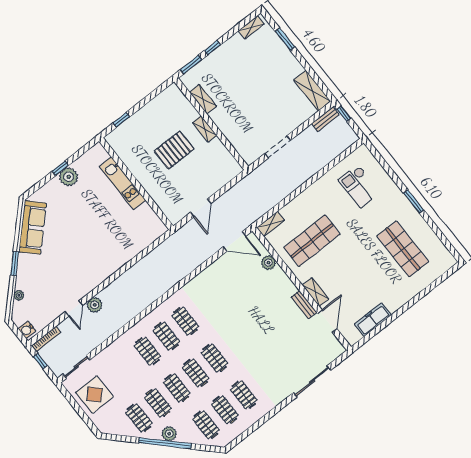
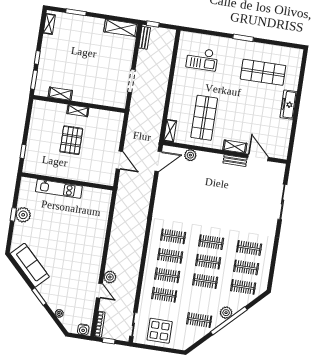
freezer: (373, 320) -> (288, 105), moved
clothes rail: (158, 403) -> (164, 295), moved

